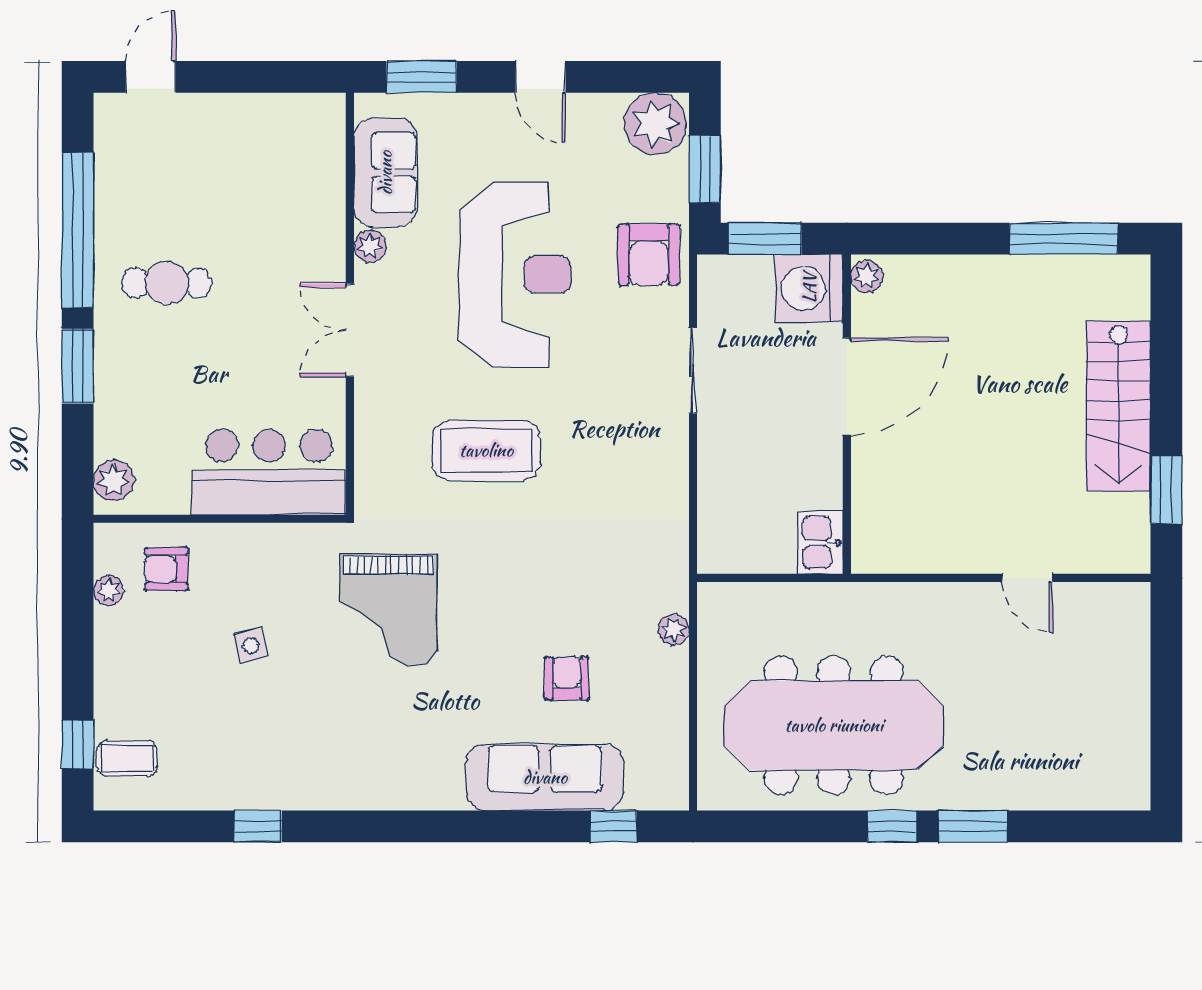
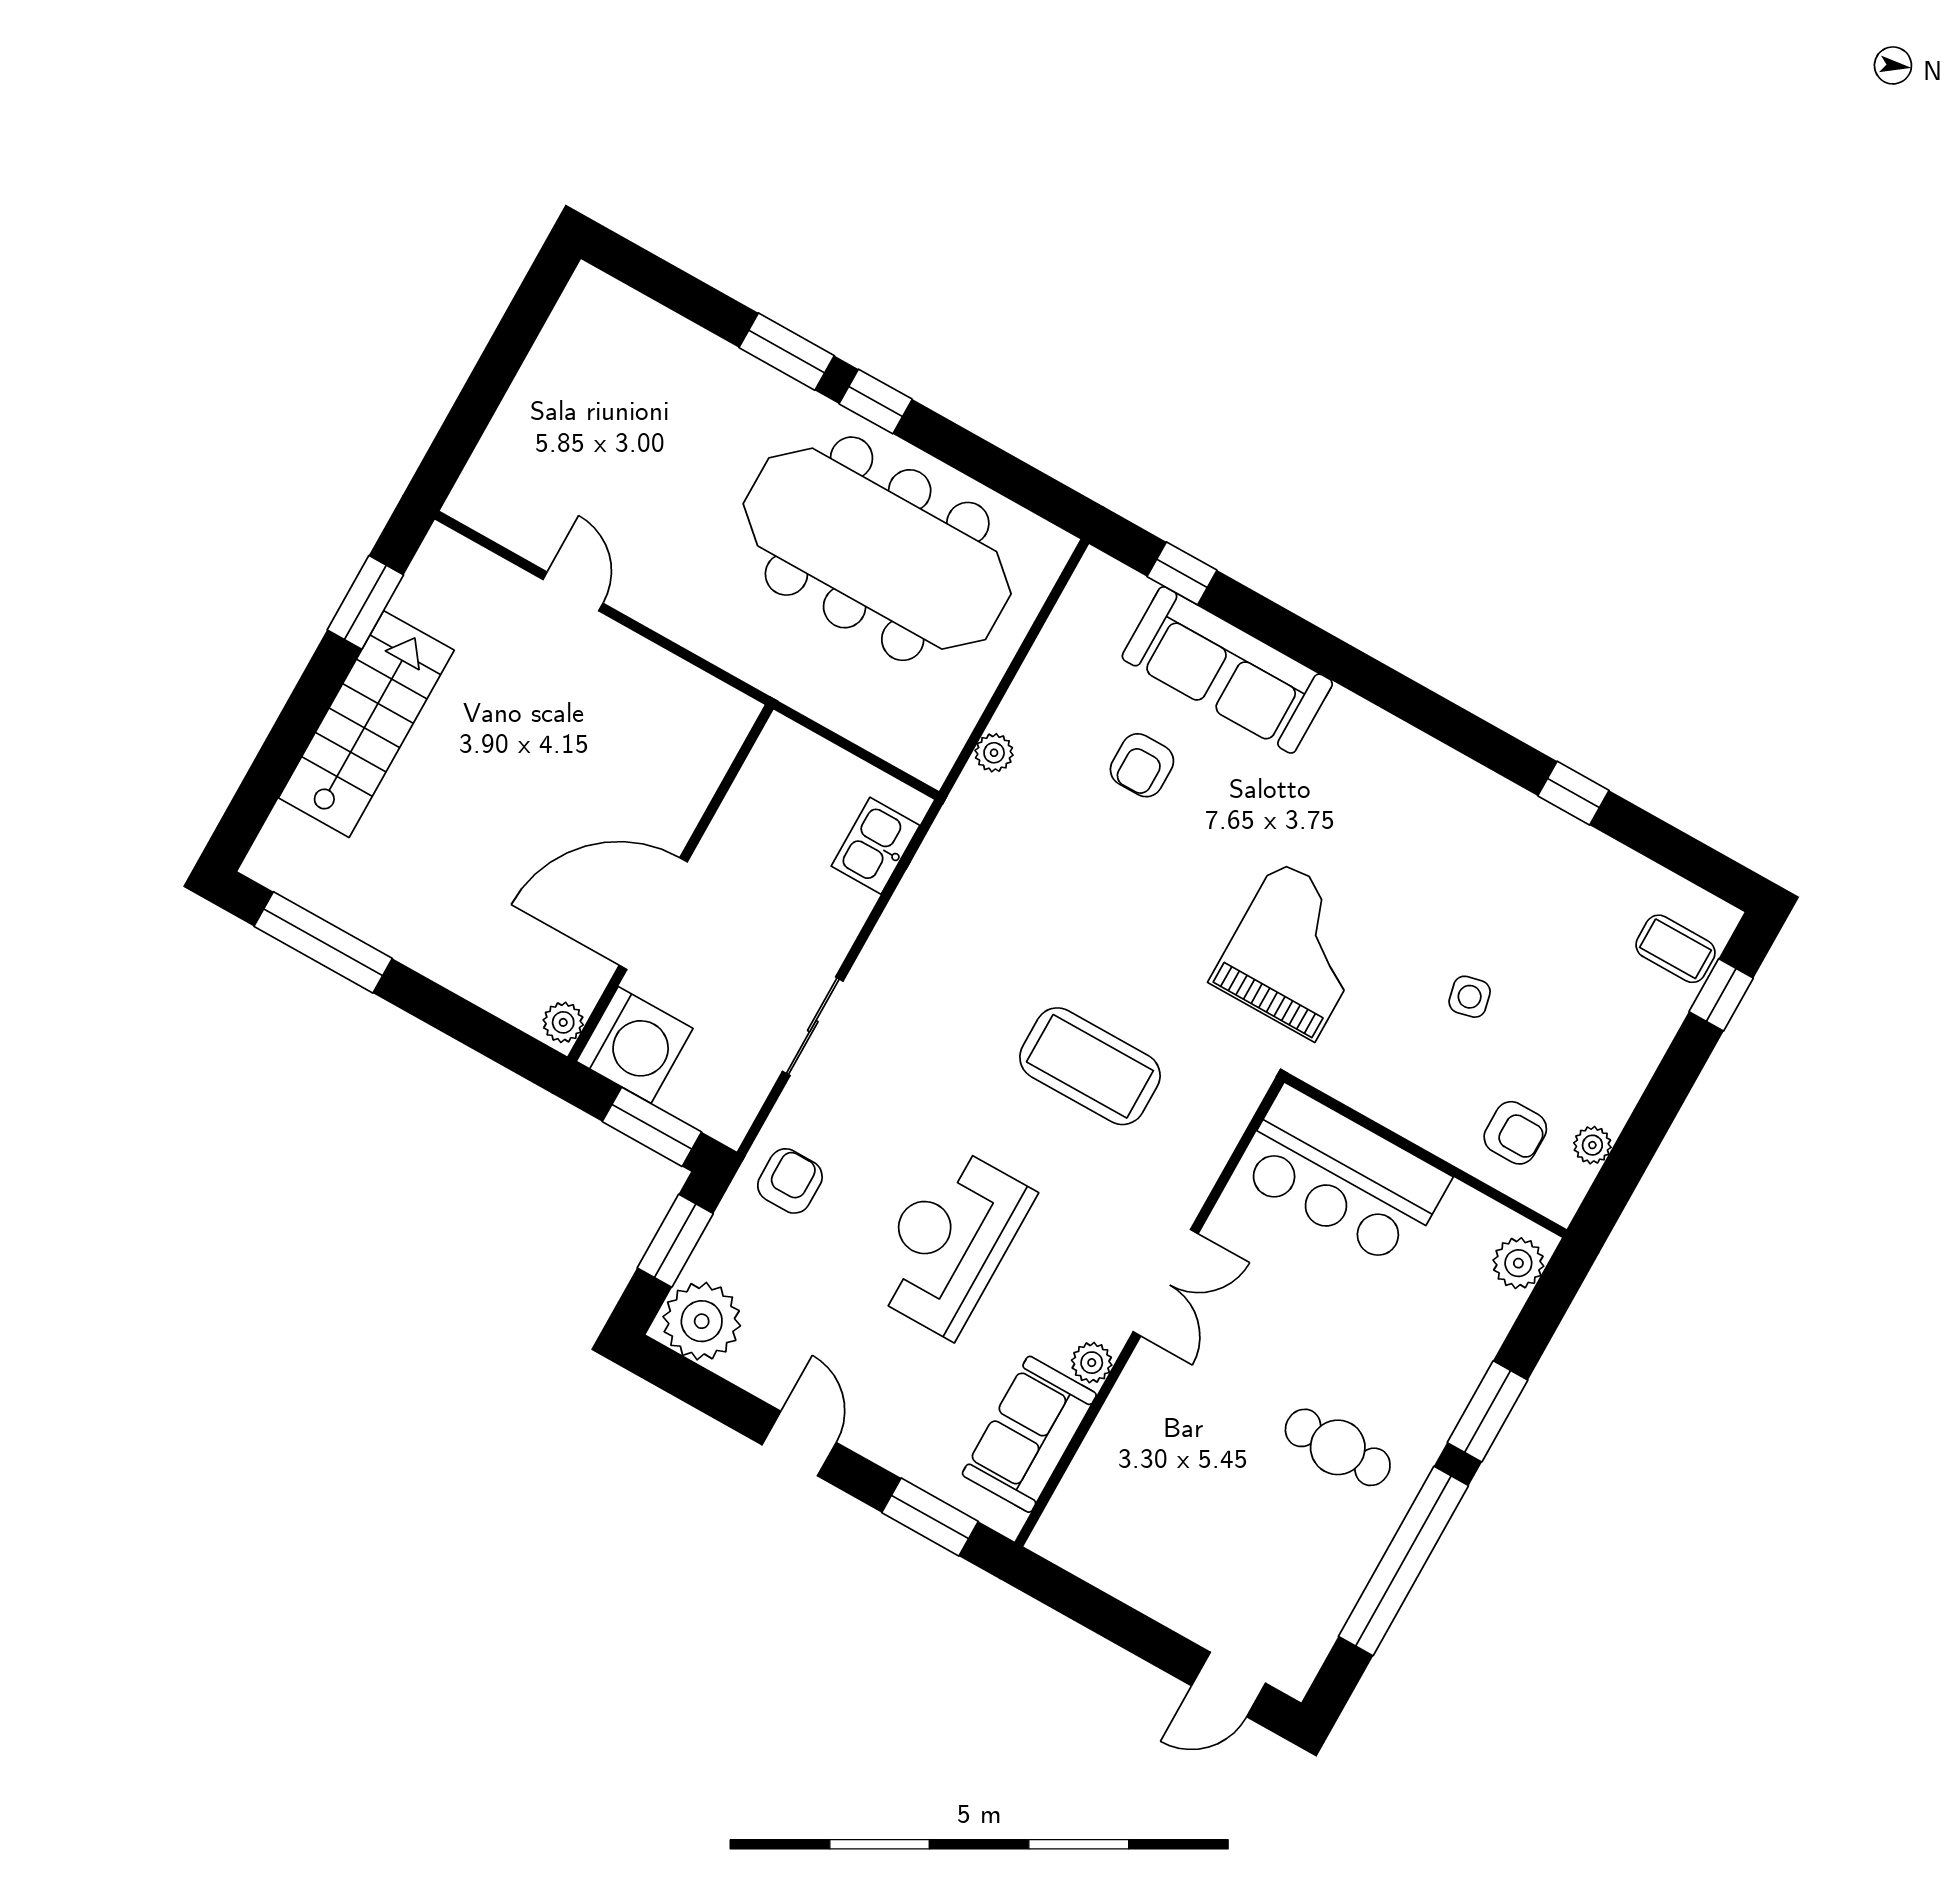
armchair: (649, 255) -> (790, 1181), width x0.72, depth x0.72
reception desk: (515, 275) -> (949, 1241), width x0.74, depth x0.77
kitchen sink: (820, 543) -> (875, 846), moved, turned 180

